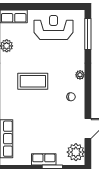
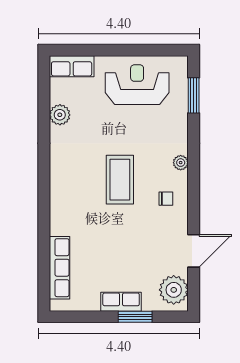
window: (88, 34) -> (194, 95), width x0.69
coffee table: (33, 81) -> (120, 180), moved, turned 90

